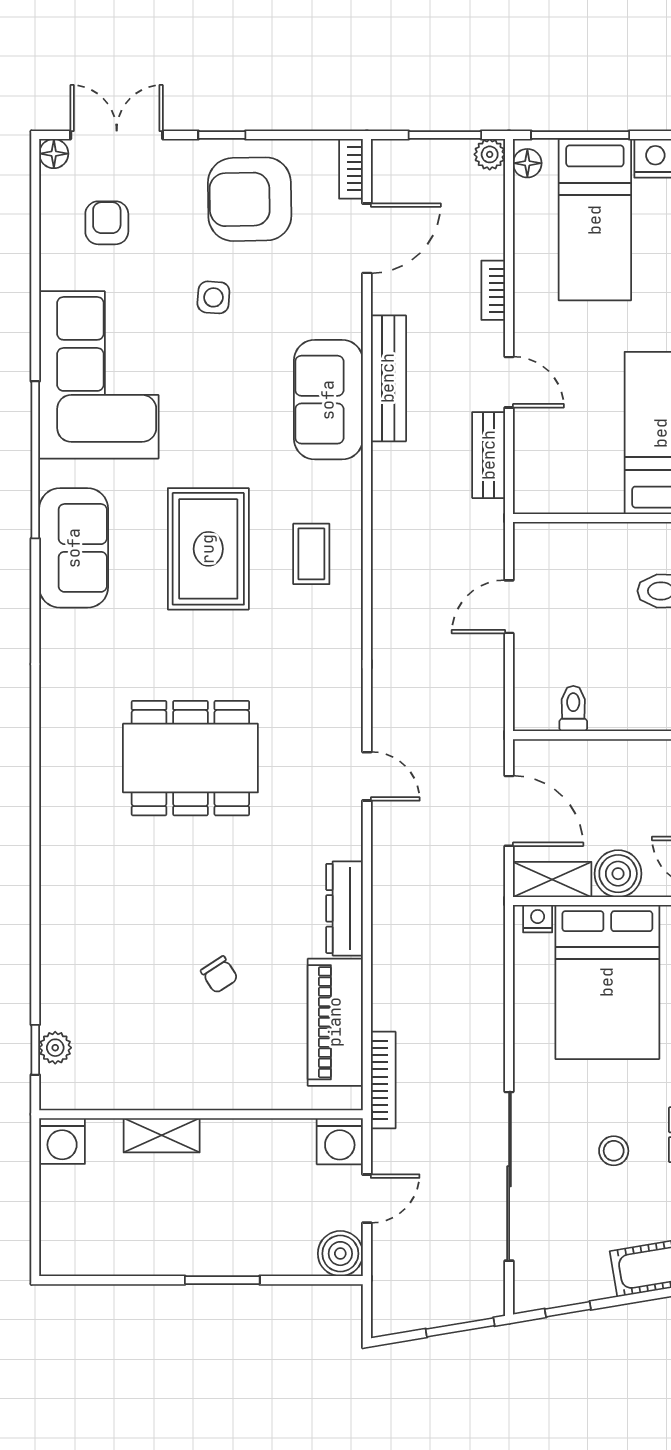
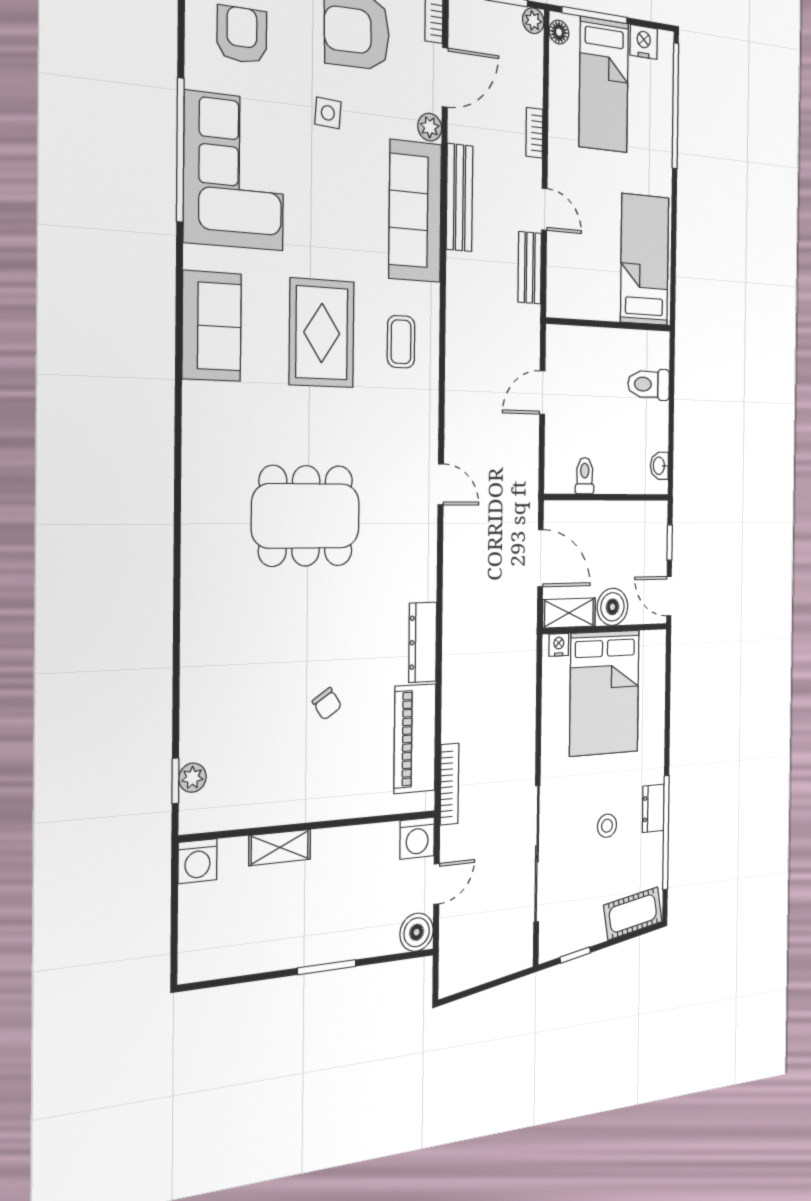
armchair: (107, 223) -> (242, 35), width x1.38, depth x1.38
plant: (347, 299) -> (430, 127), added
sofa: (328, 400) -> (415, 211), width x1.36
window: (35, 460) -> (180, 150), moved
door: (367, 776) -> (441, 484), moved
window: (460, 1327) -> (502, 981), removed

